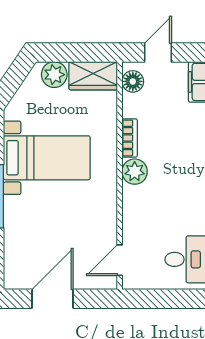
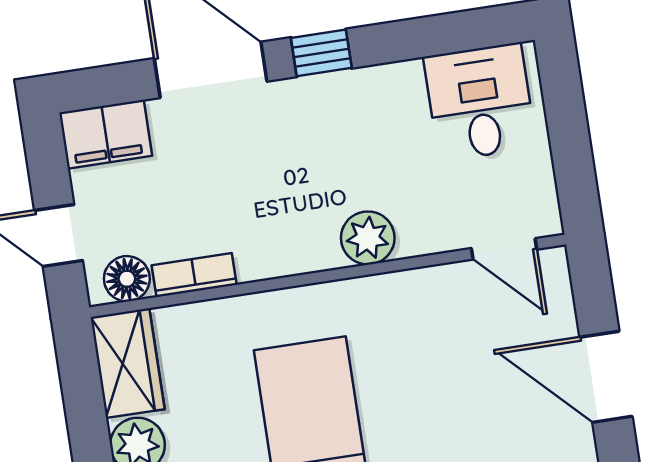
bookcase: (130, 138) -> (194, 275), moved
plant: (135, 172) -> (368, 238), moved

